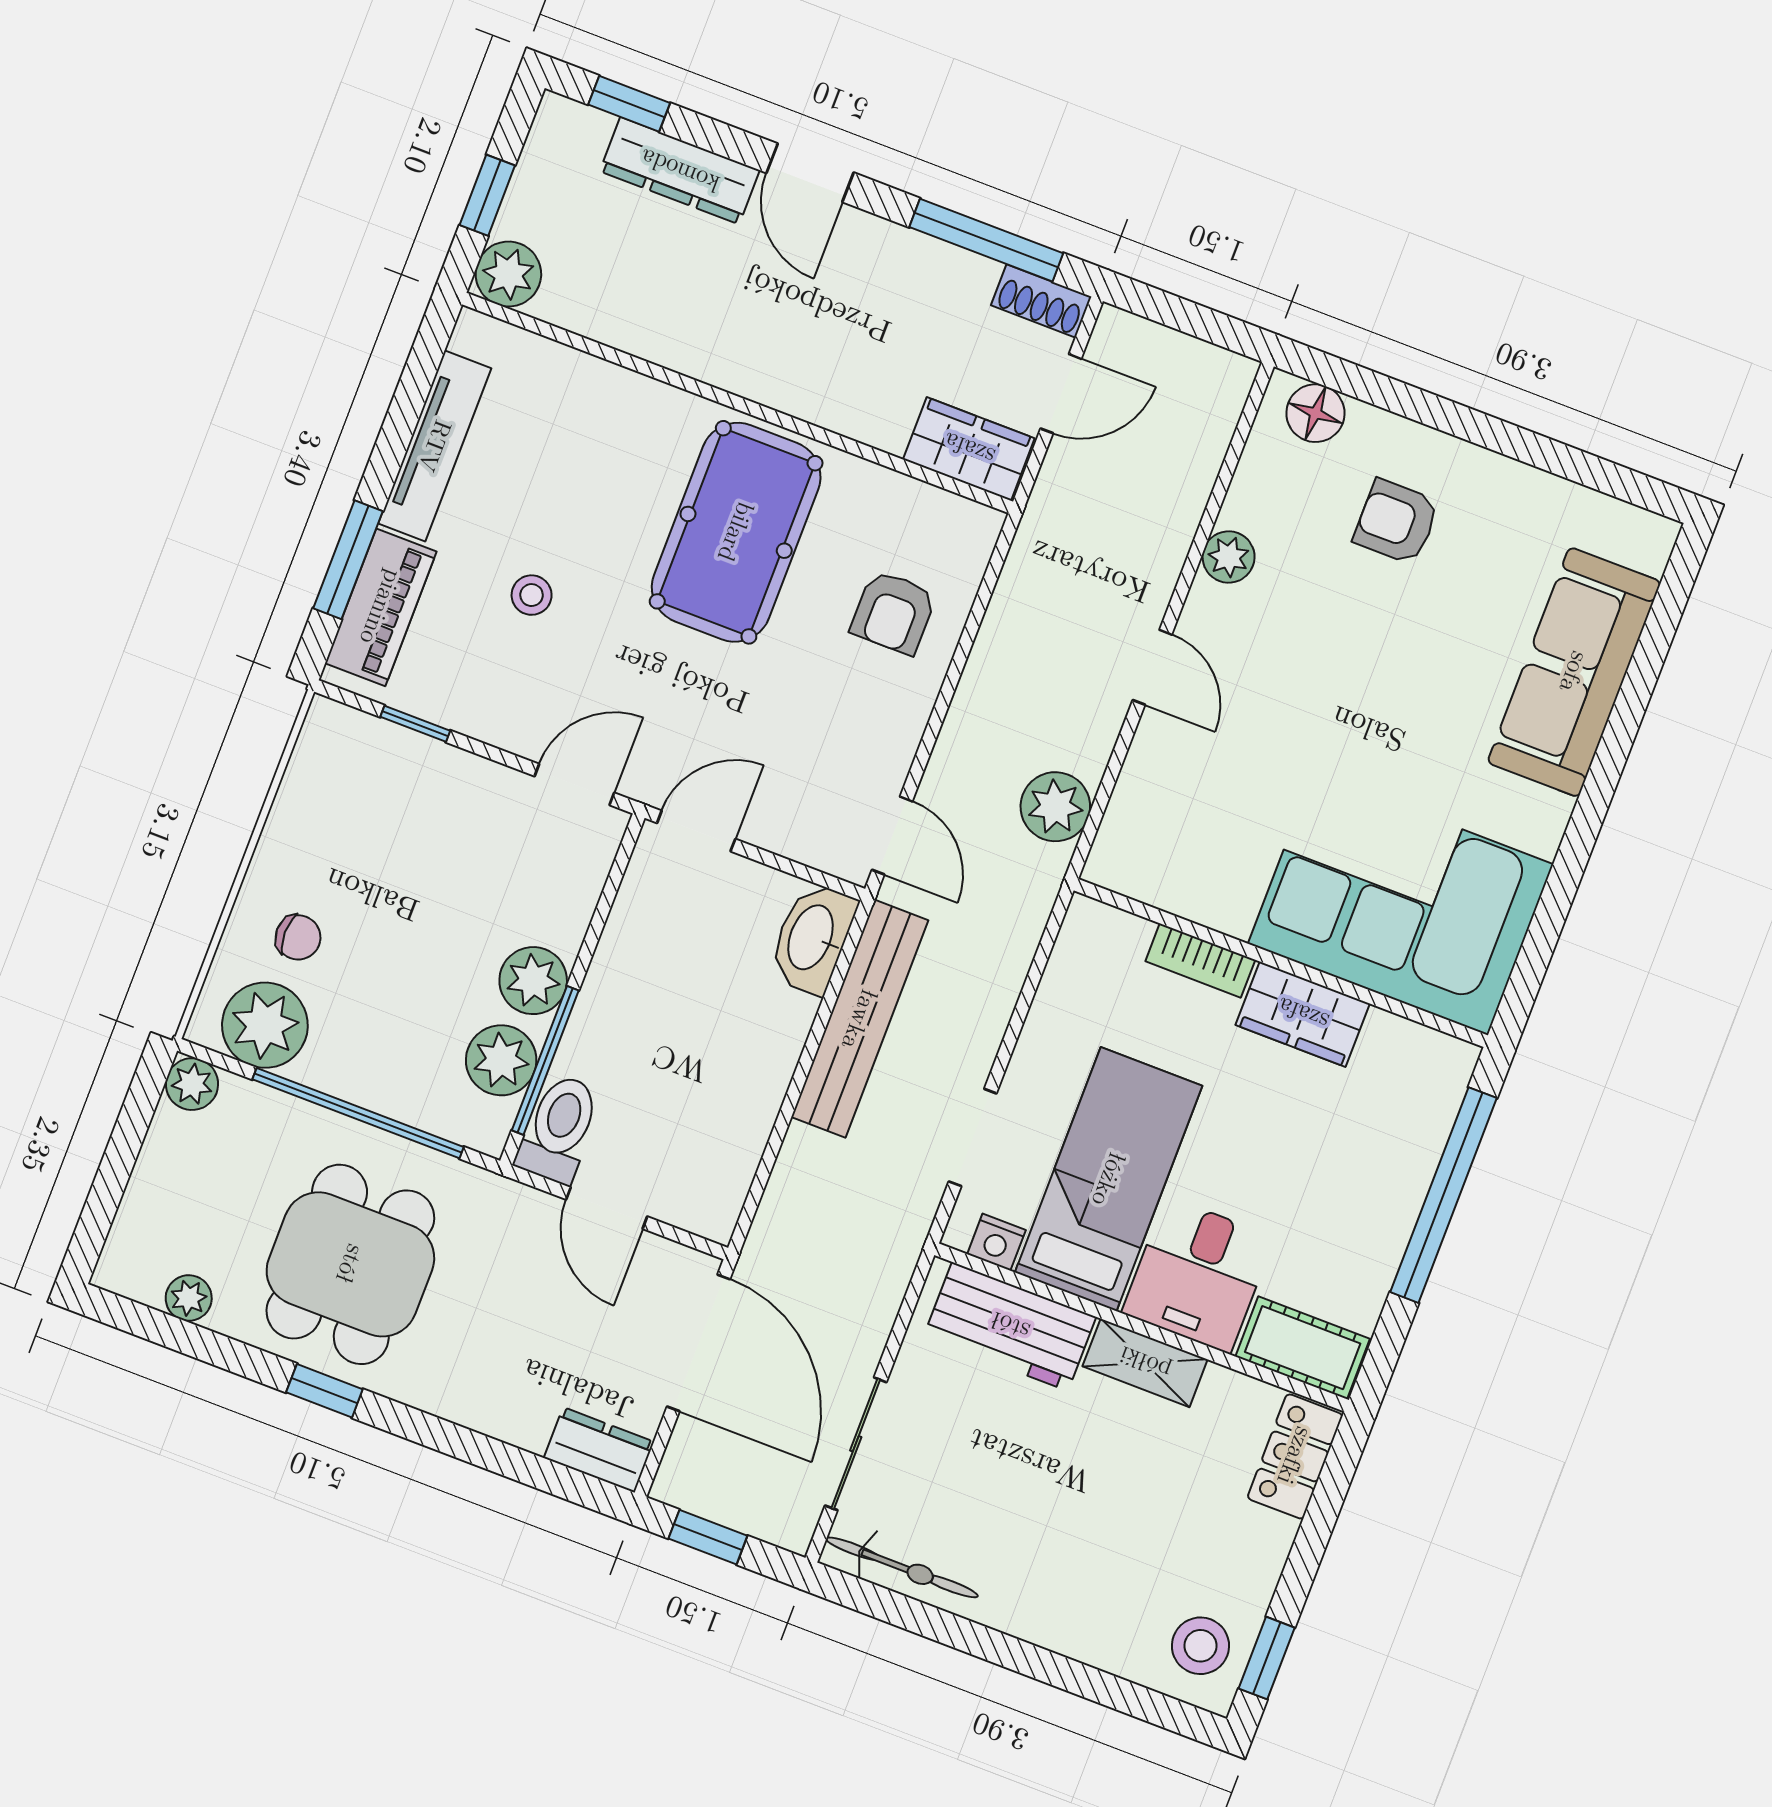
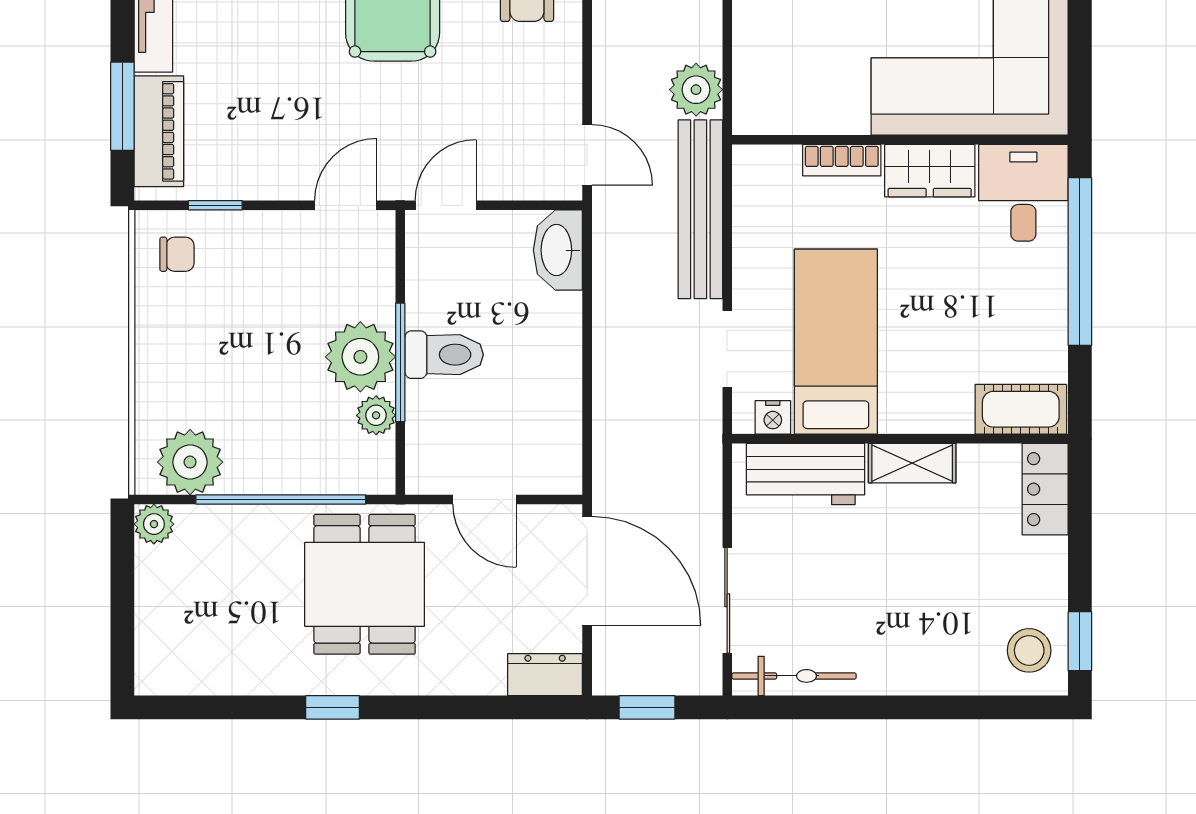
stool: (532, 595) -> (263, 81), removed
chair: (298, 937) -> (177, 254), moved
plant: (533, 981) -> (360, 357), width x1.36, depth x1.36
bench: (860, 1019) -> (700, 209), moved
plant: (501, 1060) -> (376, 415), width x0.73, depth x0.73
window: (545, 1060) -> (400, 362), moved
toilet: (559, 1129) -> (444, 355), moved, turned 90
dining table: (350, 1264) -> (365, 584), moved
desk: (1198, 1275) -> (1023, 193), moved, turned 180
plant: (189, 1298) -> (210, 678), removed

